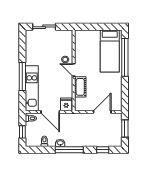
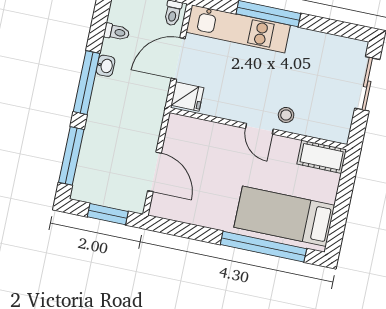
door: (74, 70) -> (259, 129), swing flipped
cot: (80, 87) -> (322, 157), moved
window: (103, 150) -> (71, 156), width x2.17

